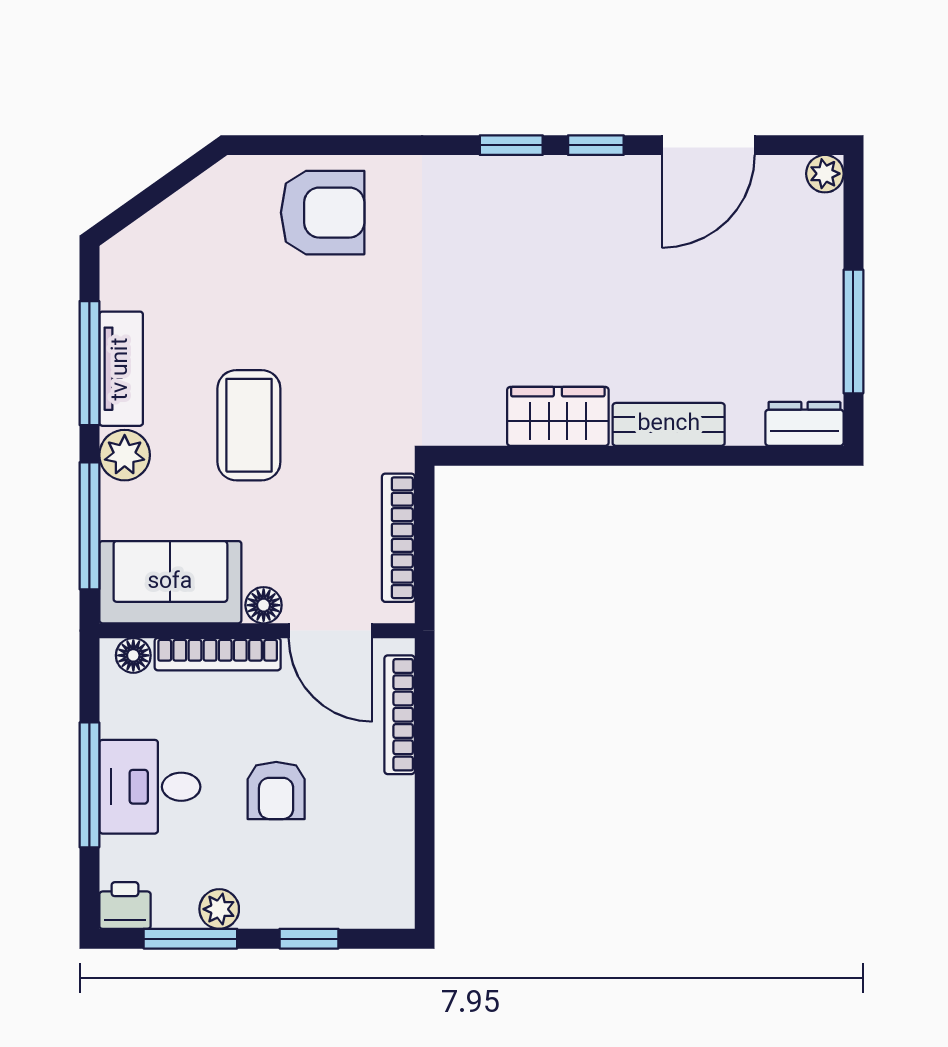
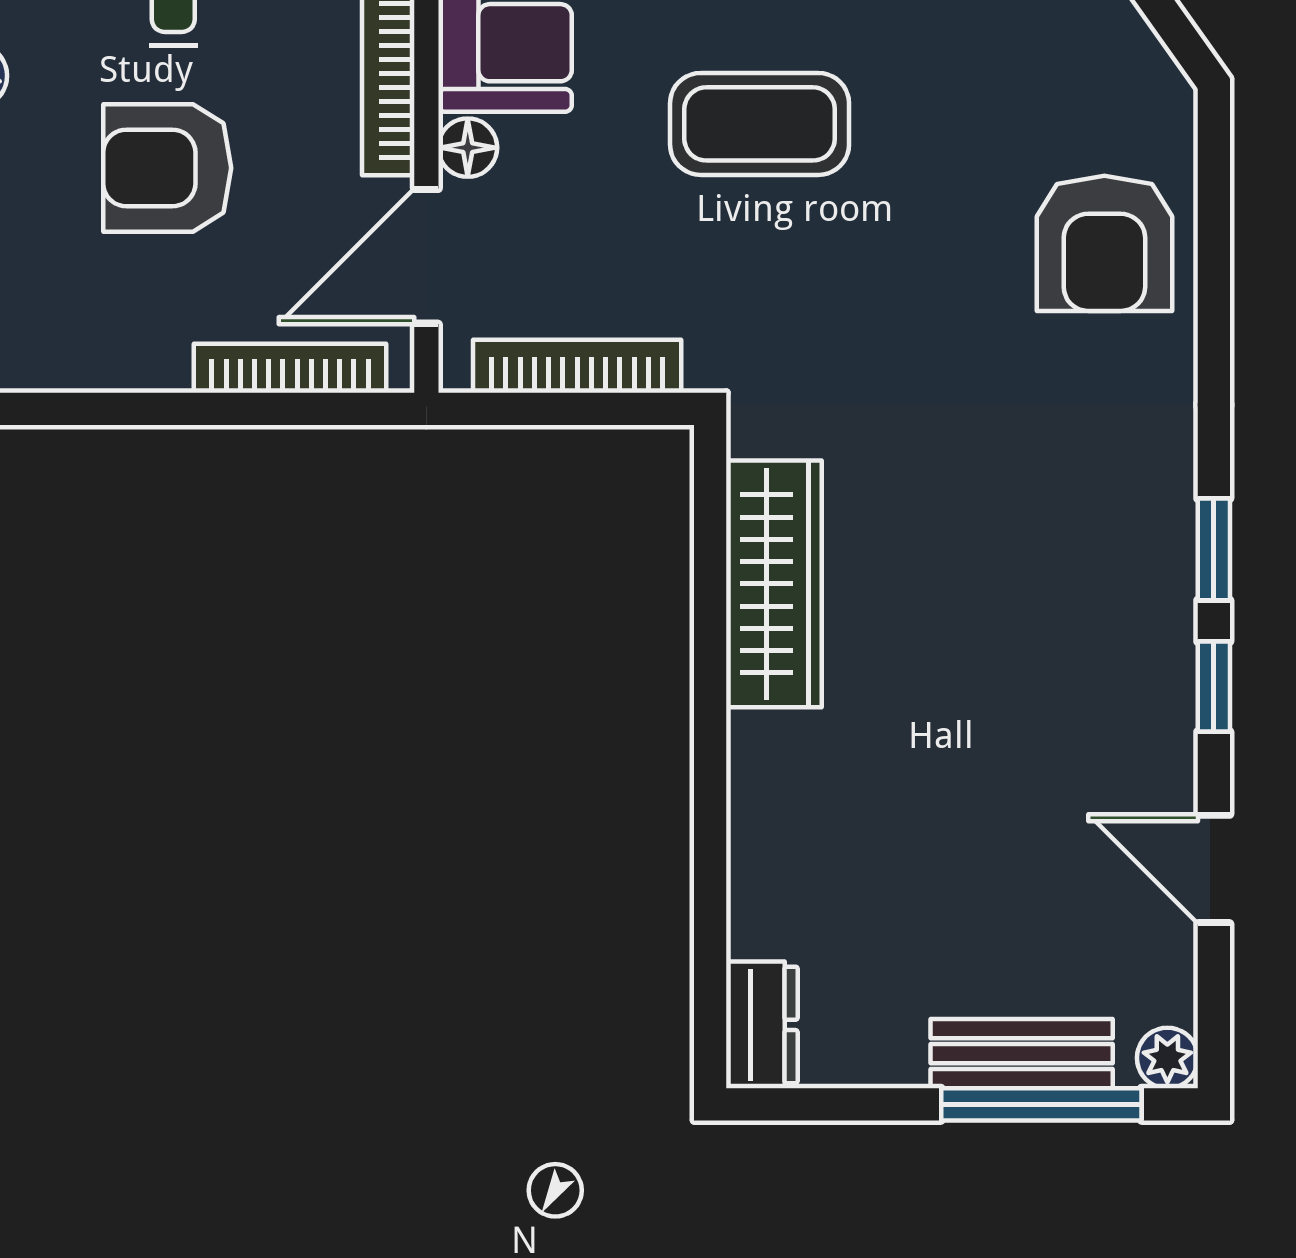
door: (708, 145) -> (1214, 869), width x0.73
window: (853, 332) -> (1041, 1104), moved
wardrobe: (558, 416) -> (774, 584), width x1.50
bench: (669, 424) -> (1022, 1054), moved, turned 90
armchair: (276, 790) -> (167, 168), width x1.38, depth x1.38

